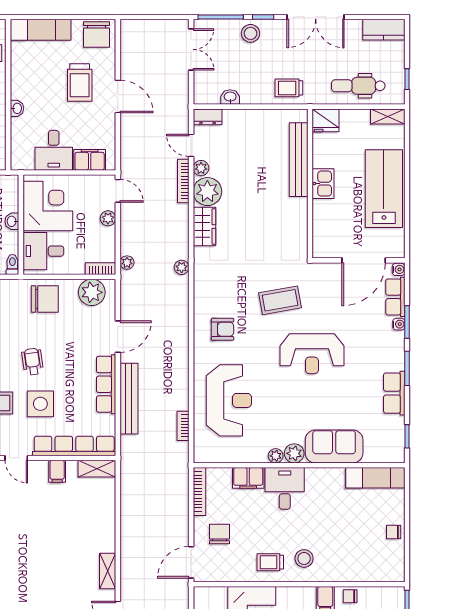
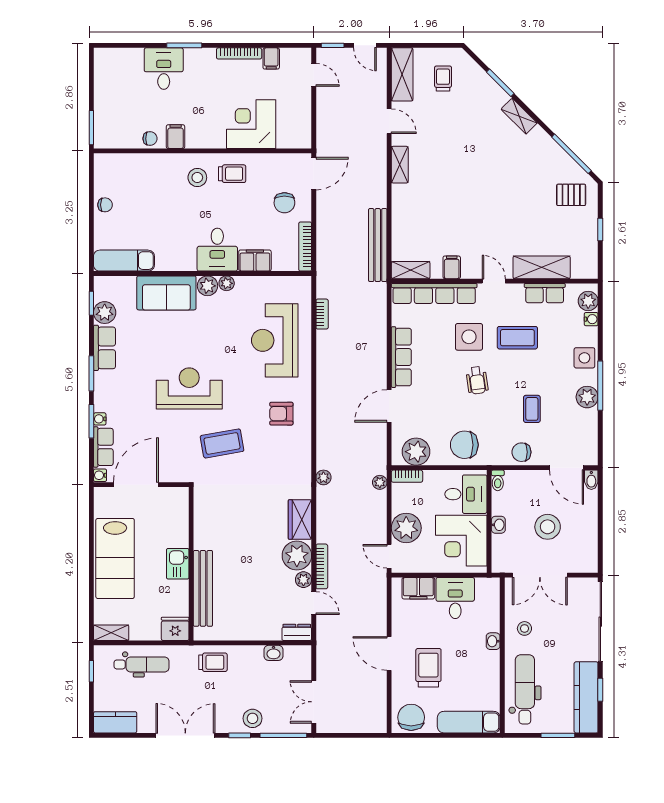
plant: (108, 218) -> (406, 528), width x1.87, depth x1.87
bench: (129, 399) -> (378, 245), moved
plant: (394, 427) -> (105, 313), added

